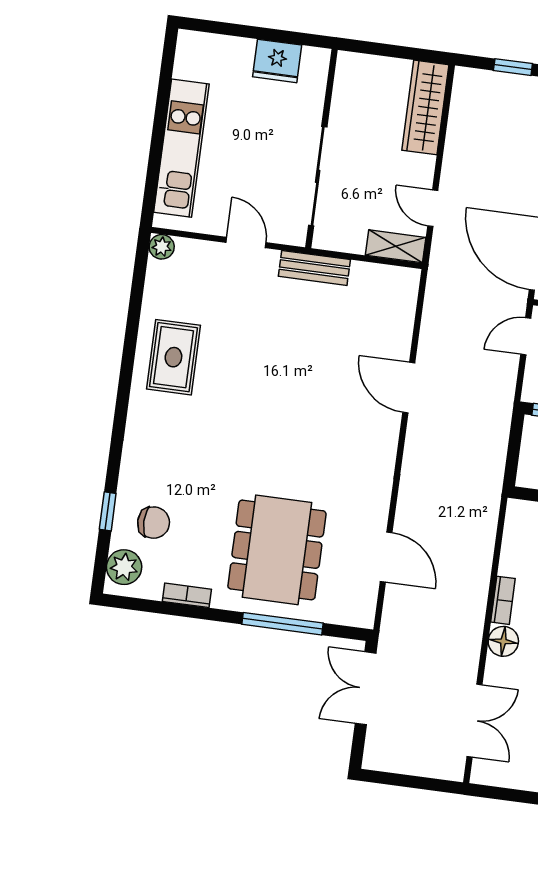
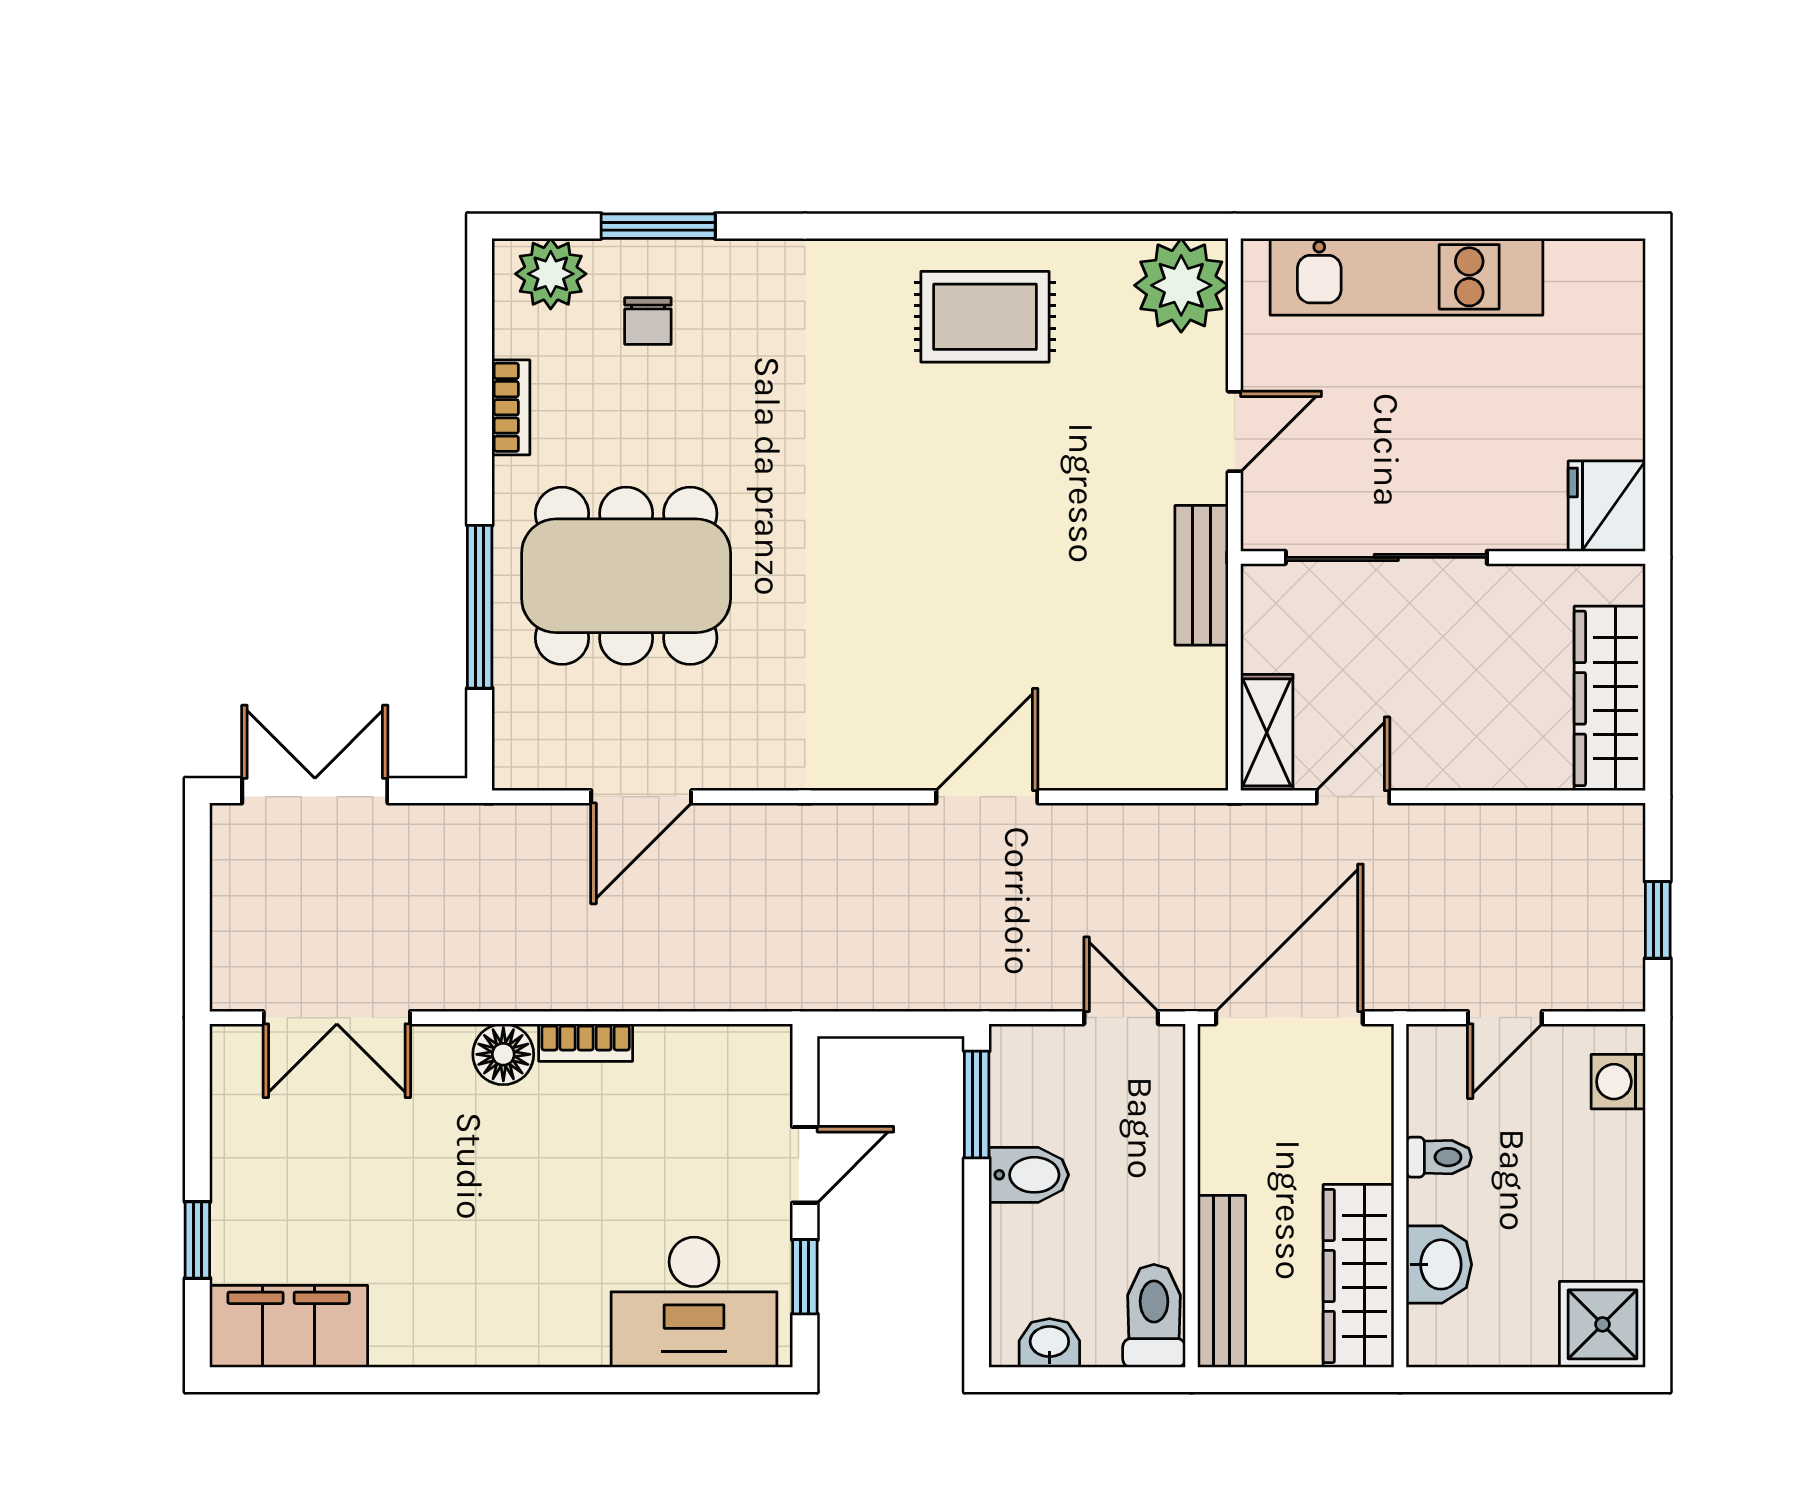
fridge: (277, 61) -> (1607, 506), moved
wardrobe: (425, 107) -> (1610, 698), moved, turned -90
plant: (162, 247) -> (1181, 285), width x1.87, depth x1.87
window: (108, 511) -> (658, 226), width x1.50
chair: (154, 523) -> (648, 321), width x0.73, depth x0.73
double door: (366, 688) -> (315, 791), moved

